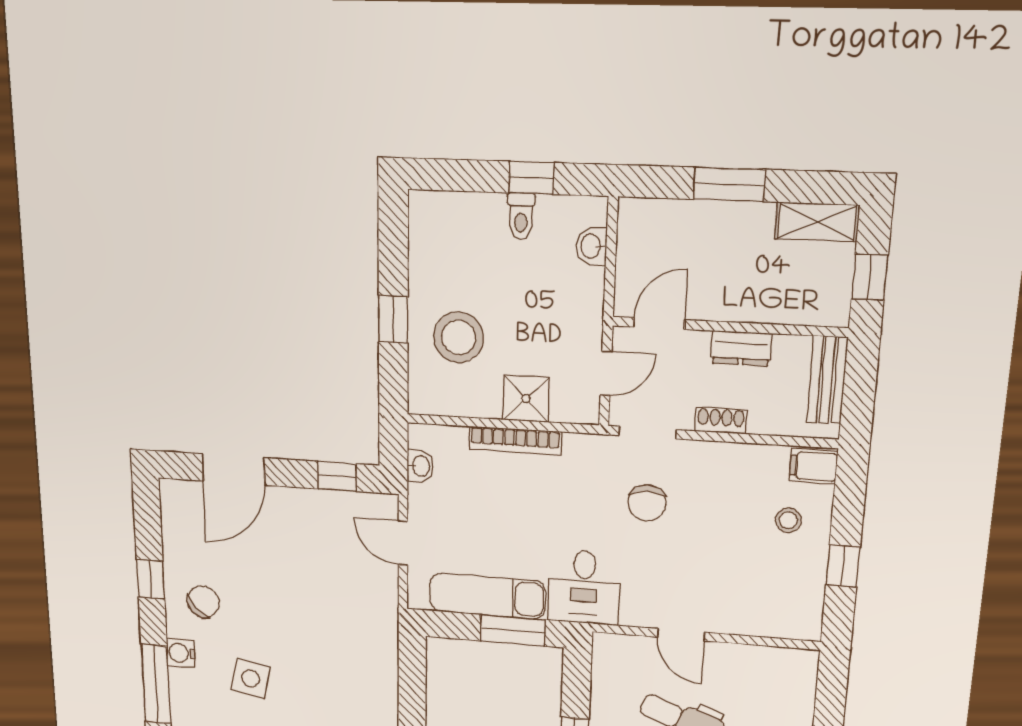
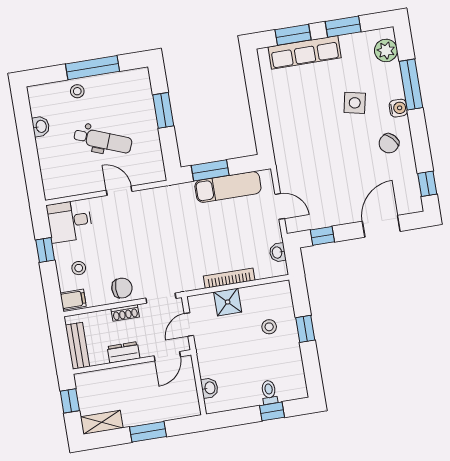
window: (531, 178) -> (272, 411), moved
toilet: (521, 216) -> (269, 392), moved
stool: (458, 337) -> (269, 327), width x0.53, depth x0.53
chair: (647, 503) -> (122, 288), moved, turned 90
window: (151, 579) -> (427, 184), moved
desk: (584, 587) -> (70, 221), moved, turned -90

